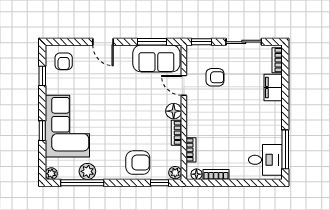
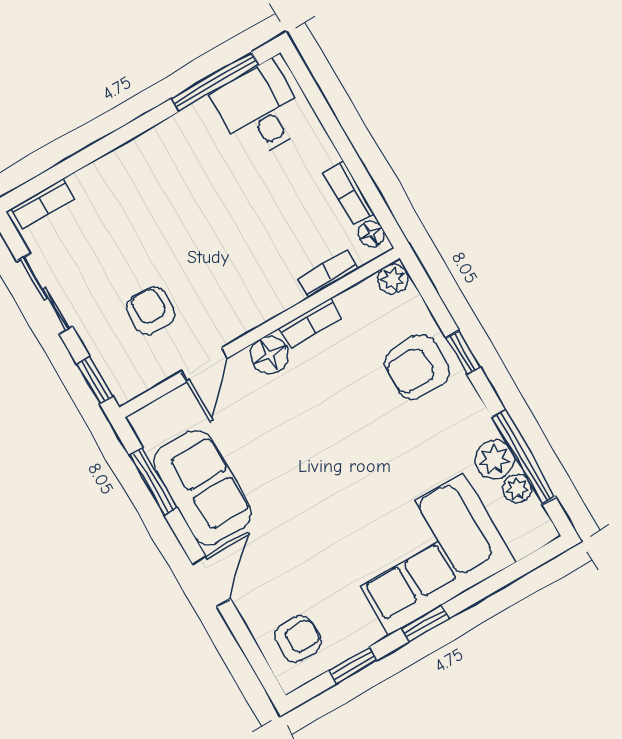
sofa: (156, 59) -> (203, 488), moved
filing cabinet: (273, 87) -> (103, 180), removed
window: (42, 131) -> (425, 623), moved
armchair: (138, 163) -> (417, 367), turned -90
plant: (51, 174) -> (517, 489), moved
window: (159, 183) -> (463, 352), moved

